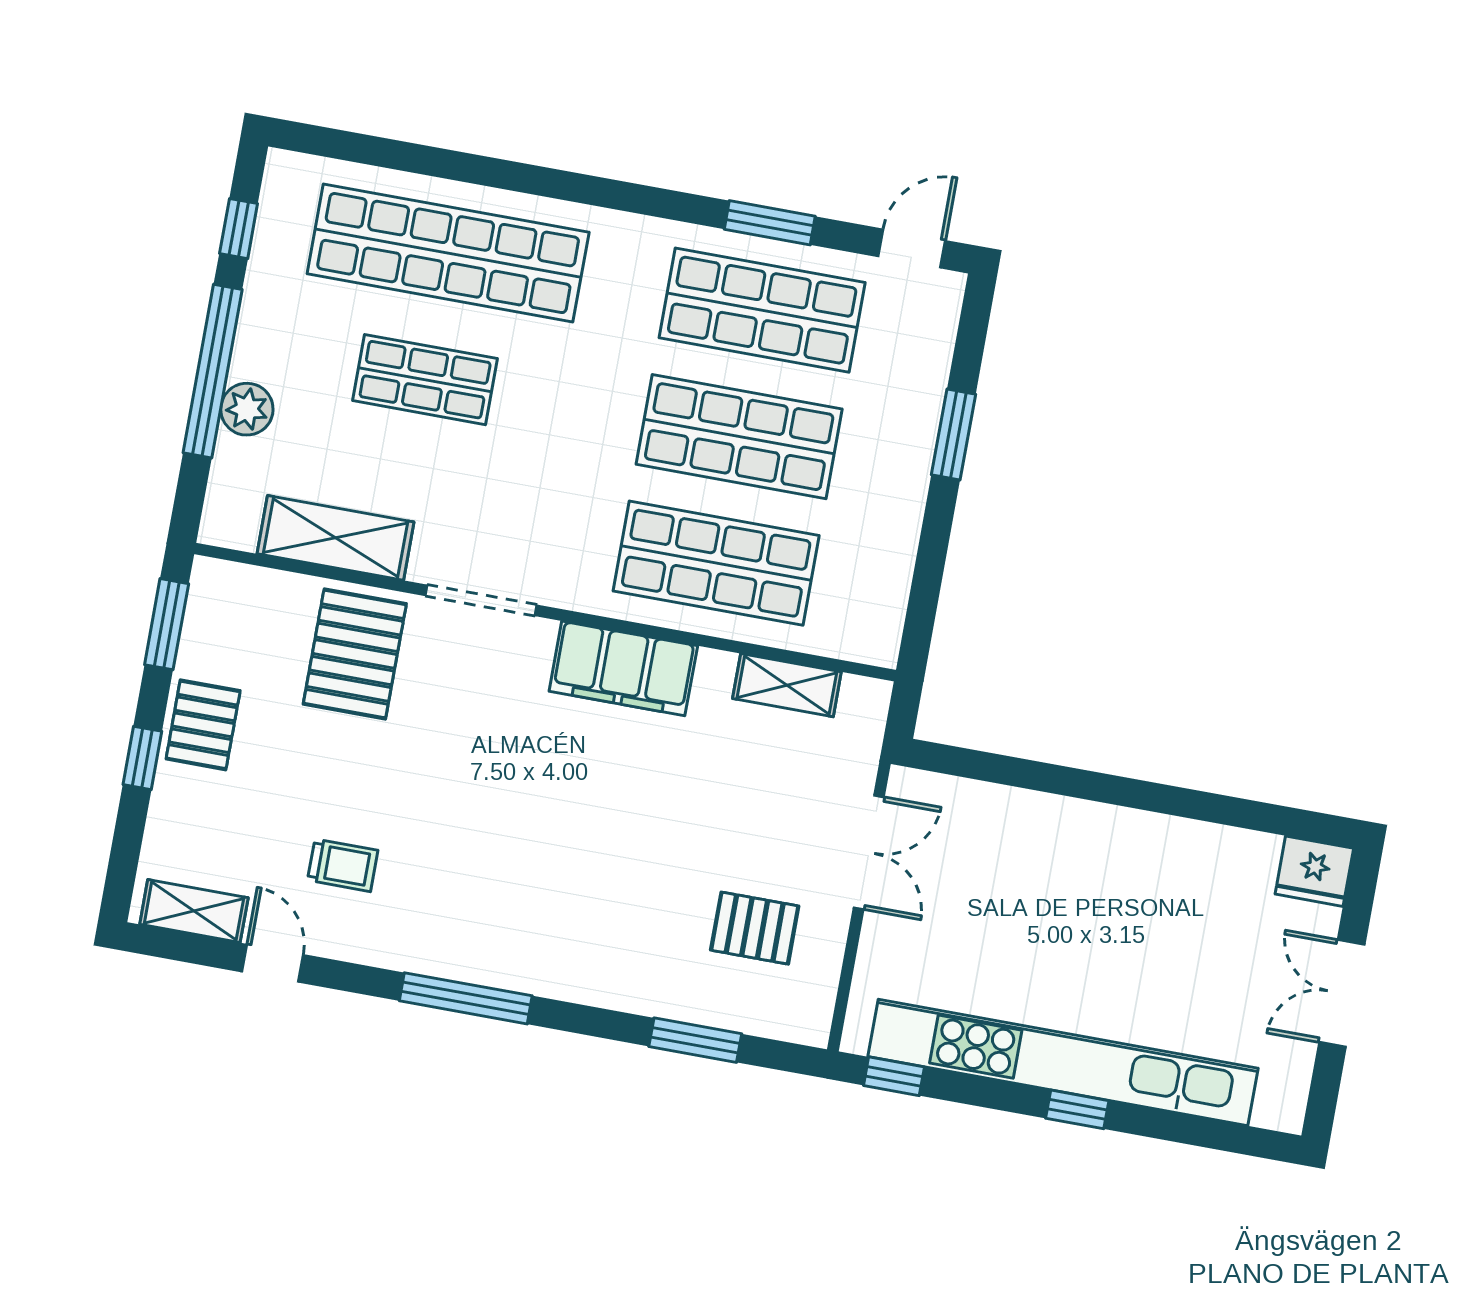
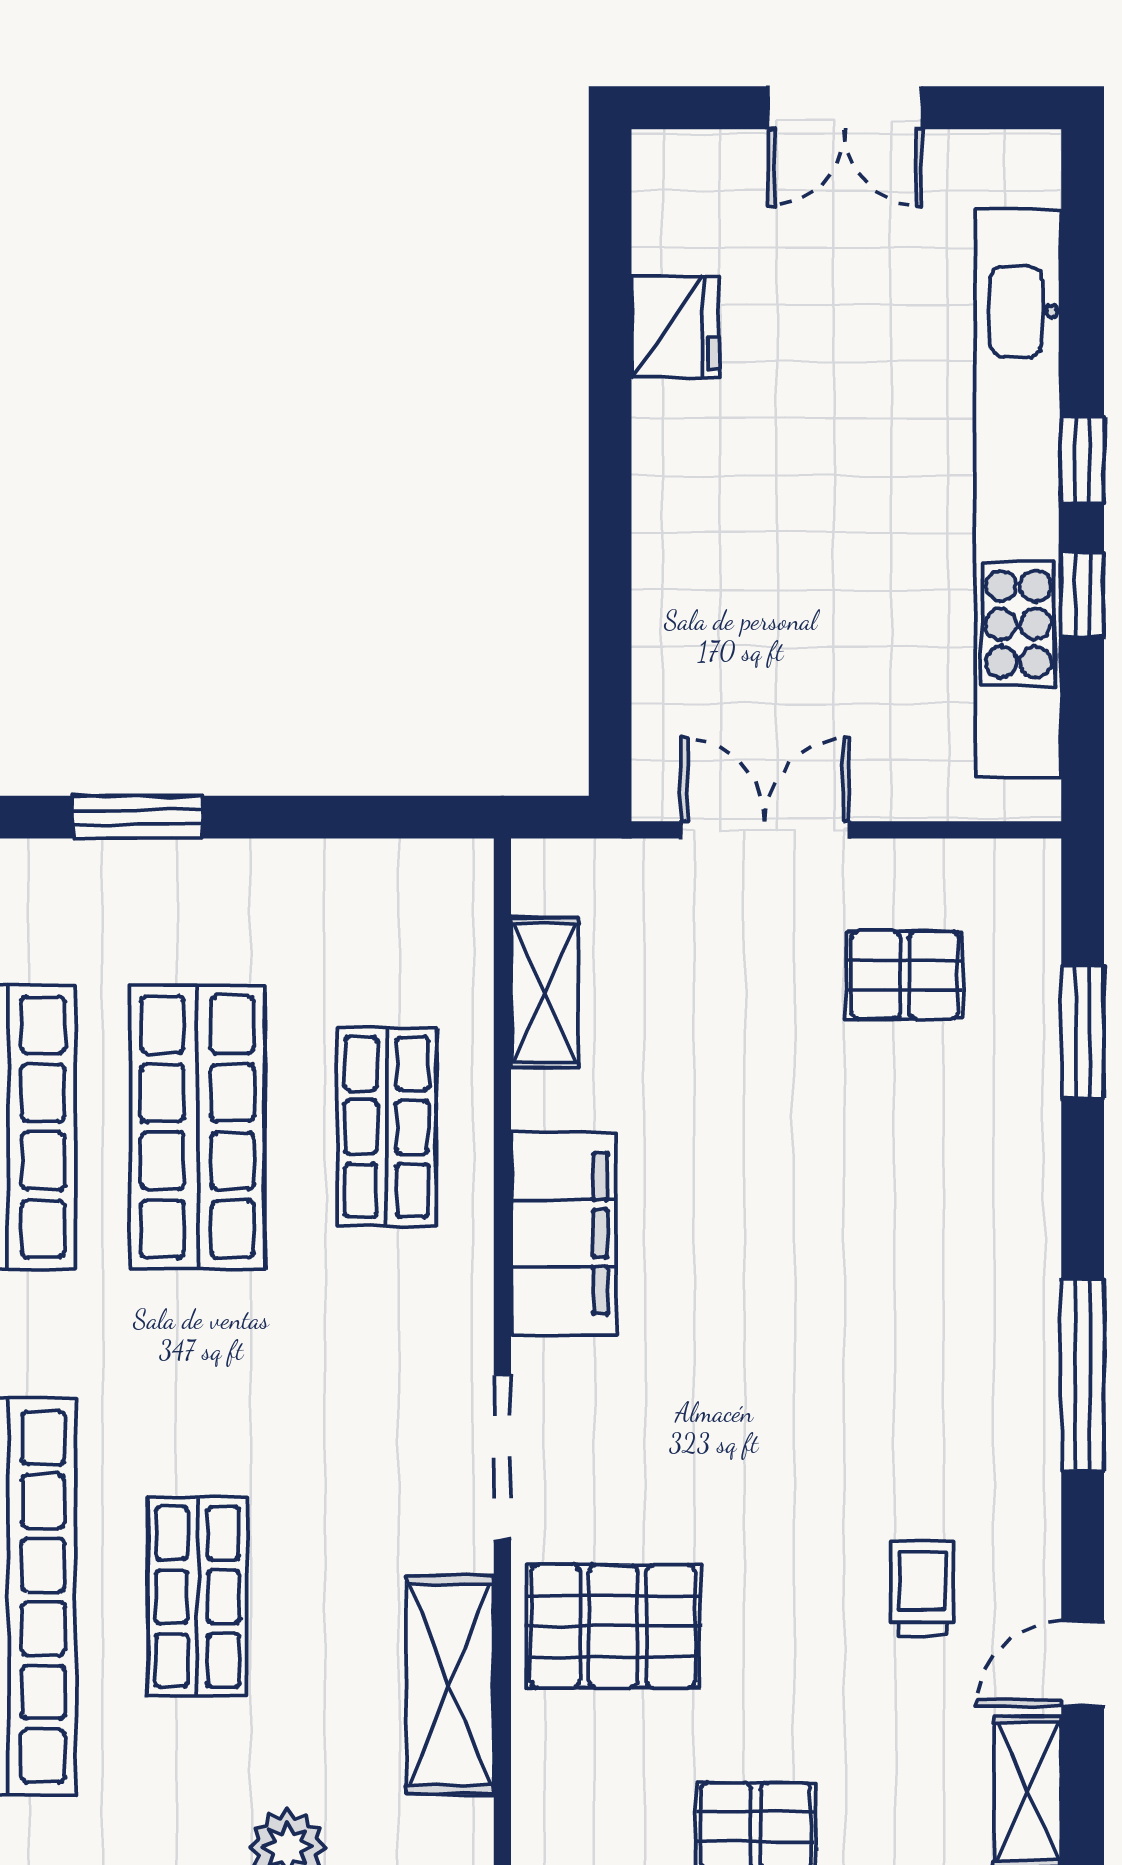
shop shelf: (716, 563) -> (387, 1127), width x0.70, depth x0.74
fridge: (1314, 871) -> (675, 327), moved
pallet: (755, 928) -> (905, 975), turned 90
window: (894, 1076) -> (1083, 595), moved

